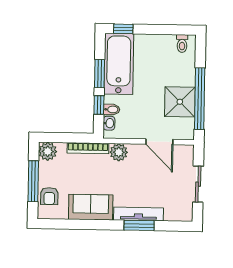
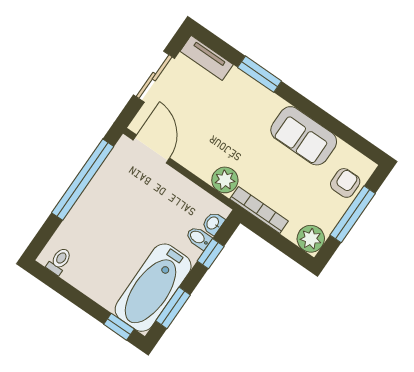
window: (99, 74) -> (173, 308), moved
shower: (180, 102) -> (109, 192), removed
door: (159, 142) -> (151, 149), moved
tv unit: (138, 214) -> (207, 58), moved, width x0.71

